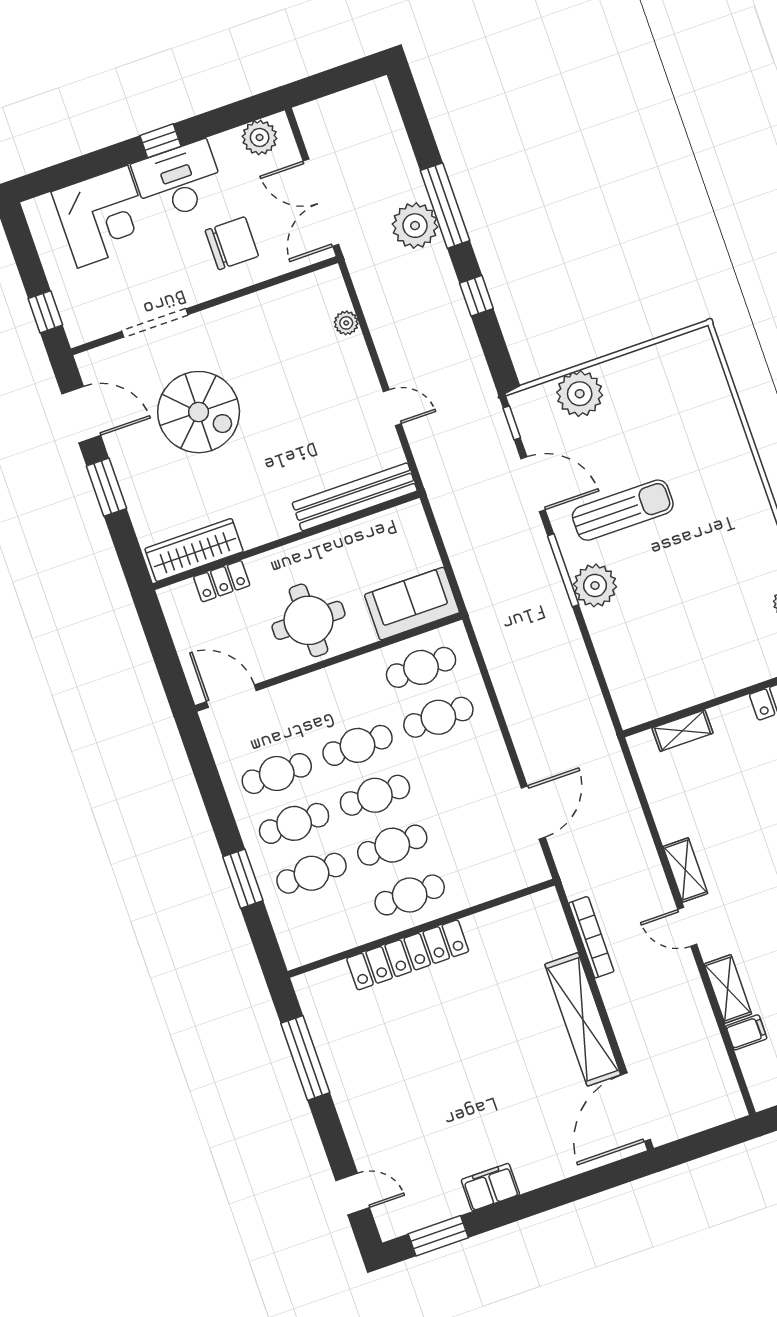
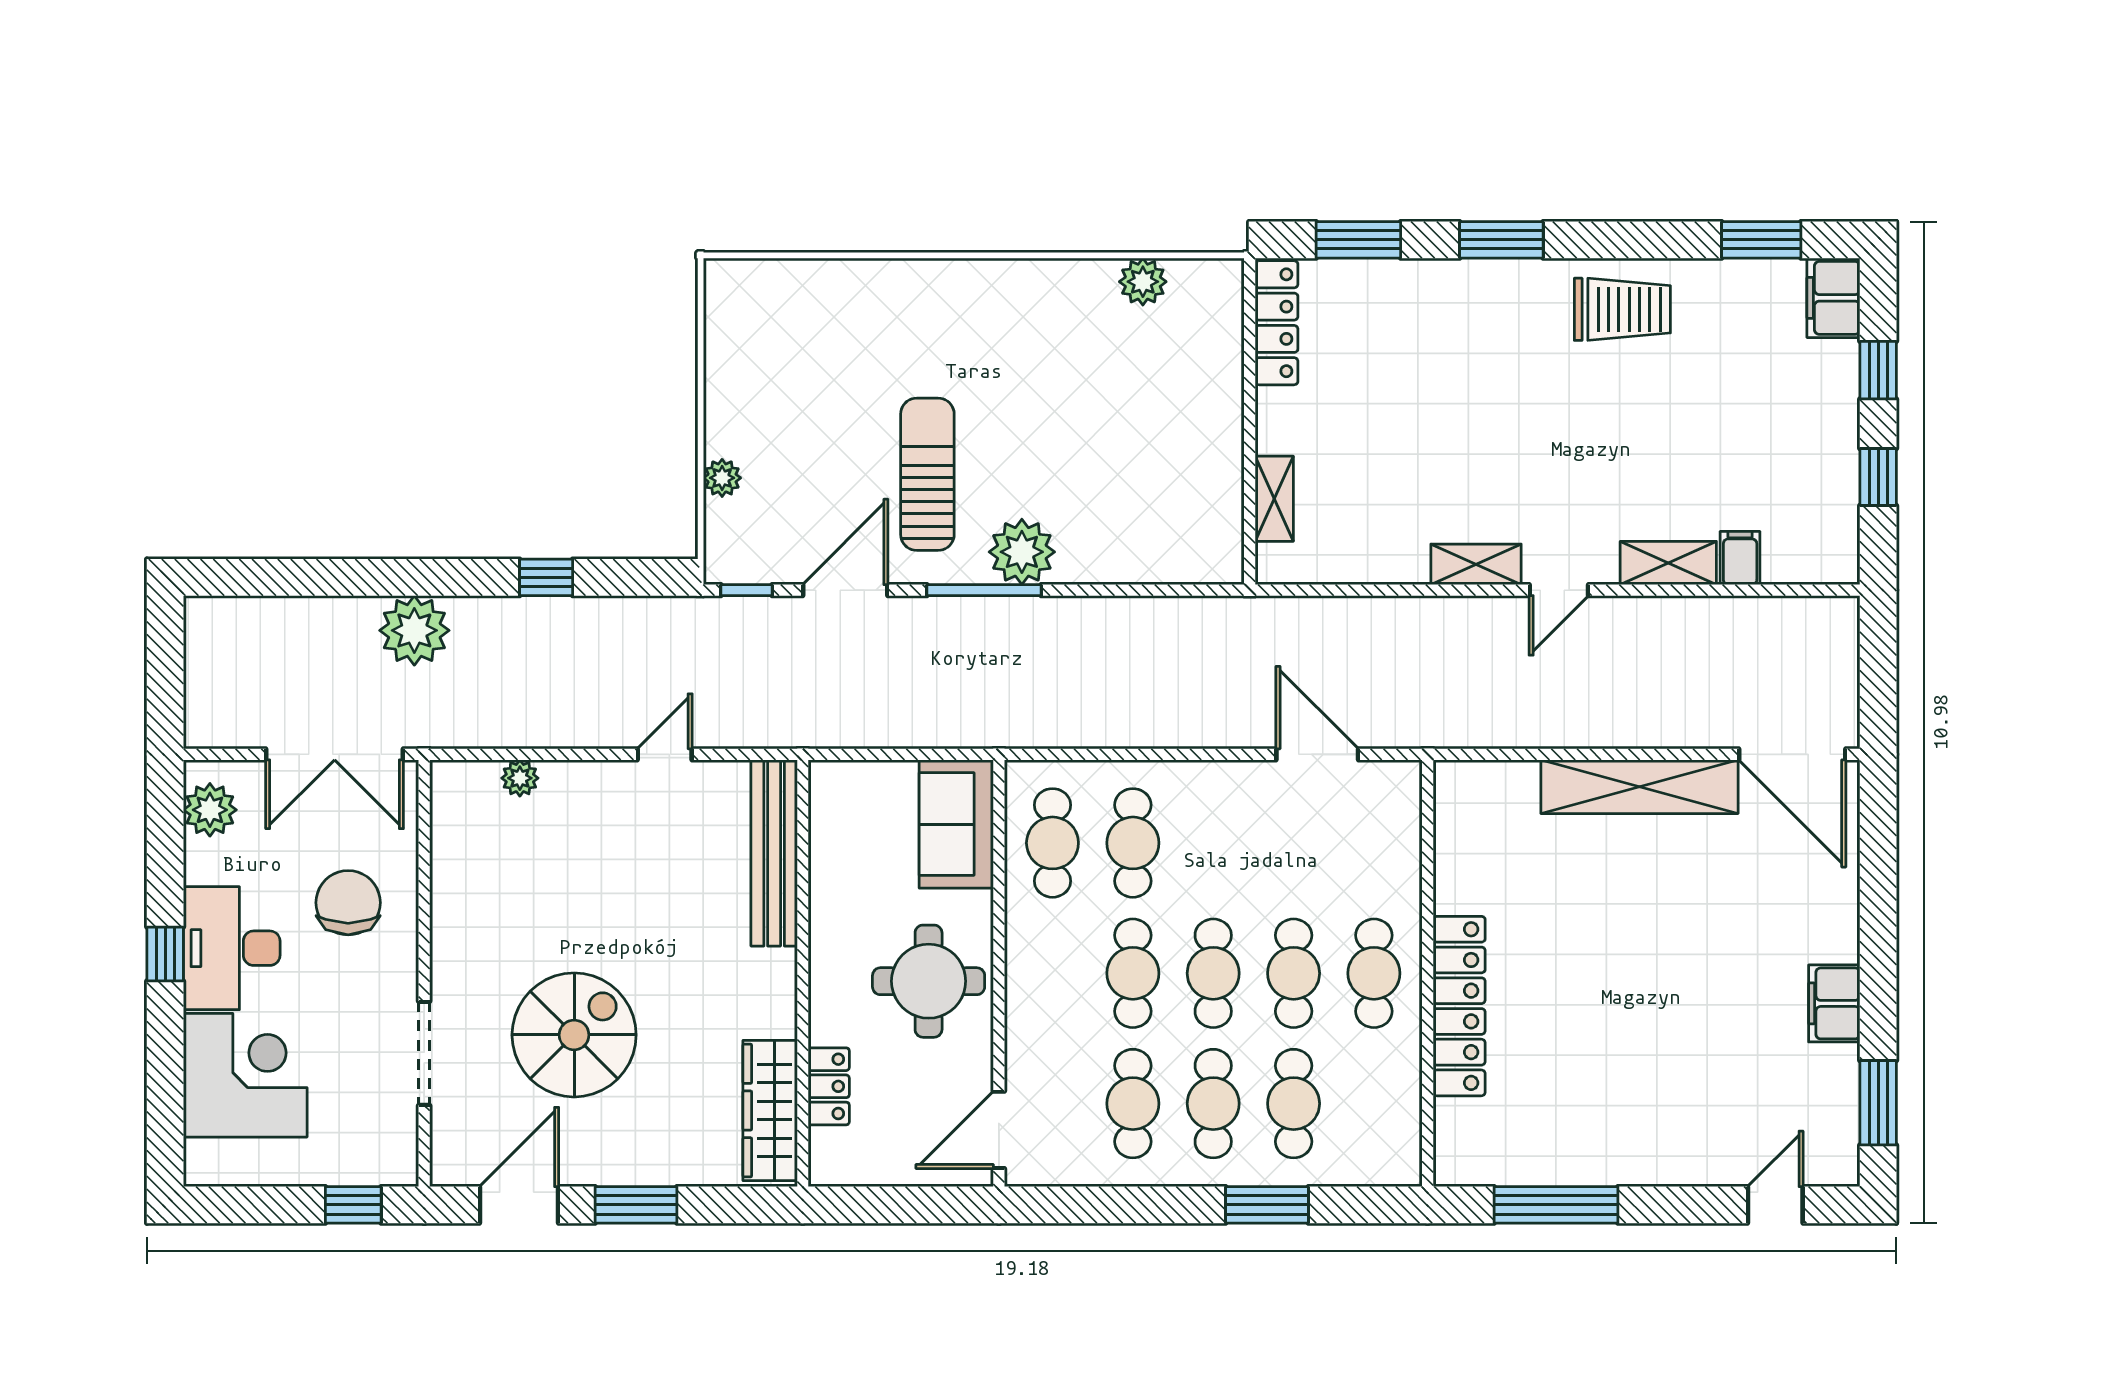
window: (445, 206) -> (401, 577), removed
plant: (580, 394) -> (722, 478), width x0.53, depth x0.53
bookcase: (591, 937) -> (1526, 733), removed

